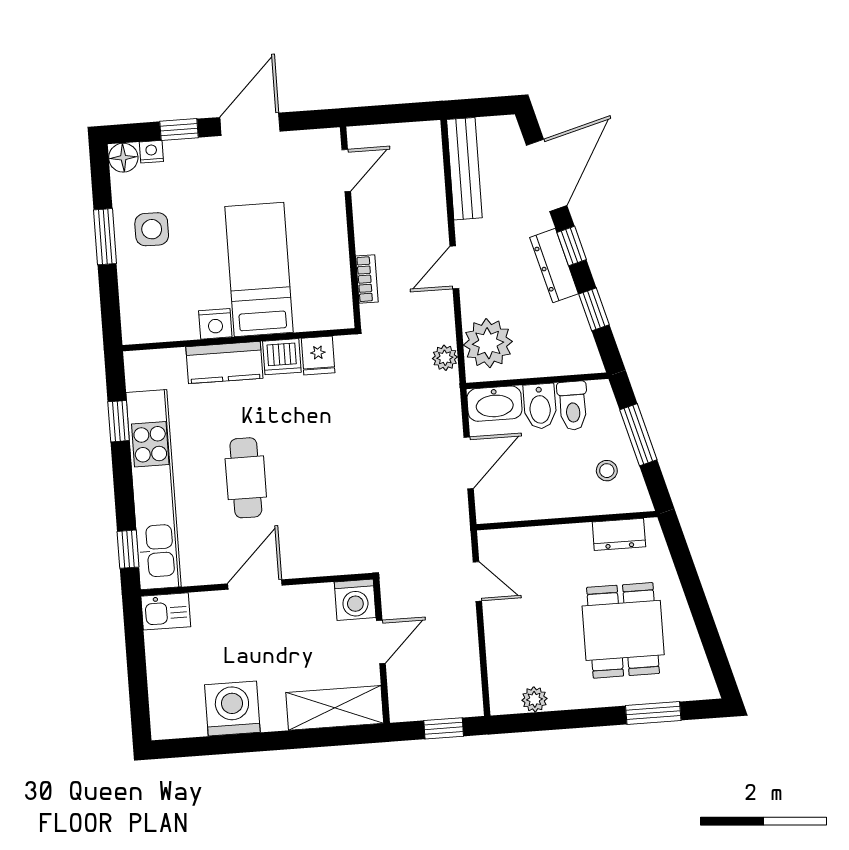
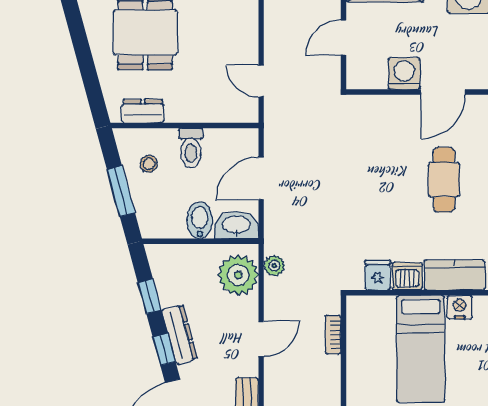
toilet: (573, 406) -> (191, 148), moved, turned 180
washing machine: (355, 600) -> (404, 73), moved

